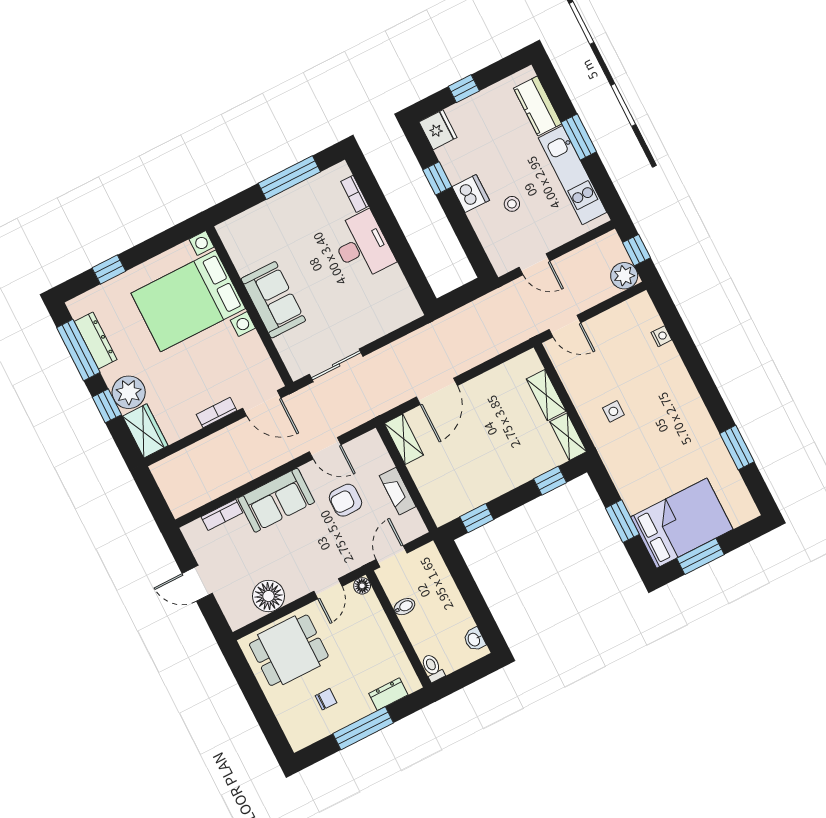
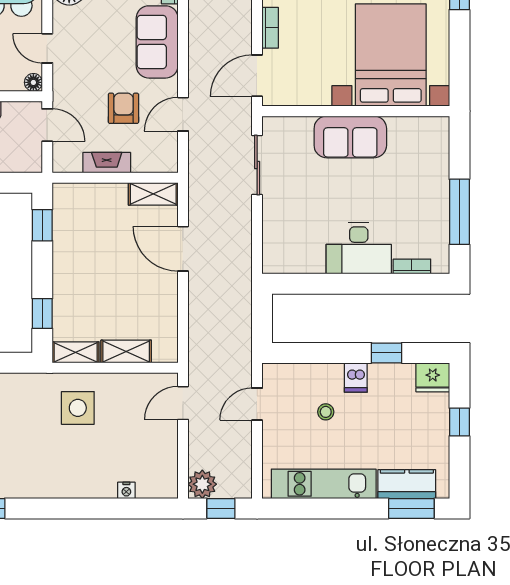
window: (579, 137) -> (411, 508), moved
dishwasher: (471, 193) -> (356, 378), width x0.73
side table: (613, 411) -> (78, 408), width x1.87, depth x1.87

